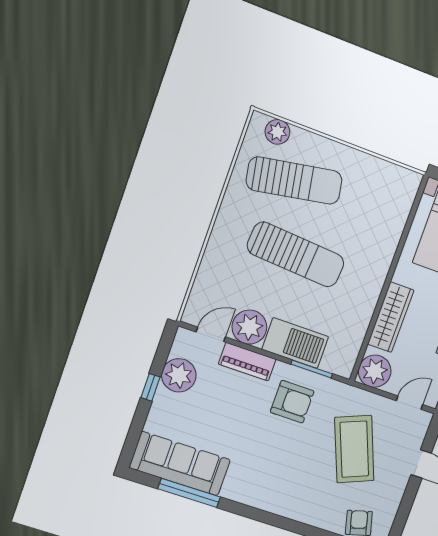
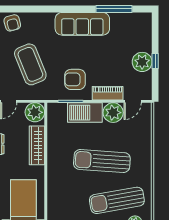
plant: (179, 375) -> (142, 62), moved
sofa: (180, 464) -> (82, 24), moved

